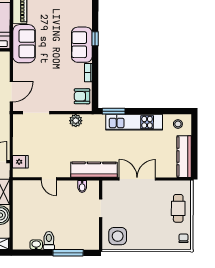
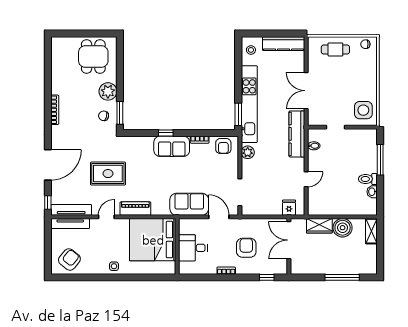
sofa: (24, 44) -> (189, 204), moved
kitchen unit: (134, 122) -> (249, 104), width x1.36

